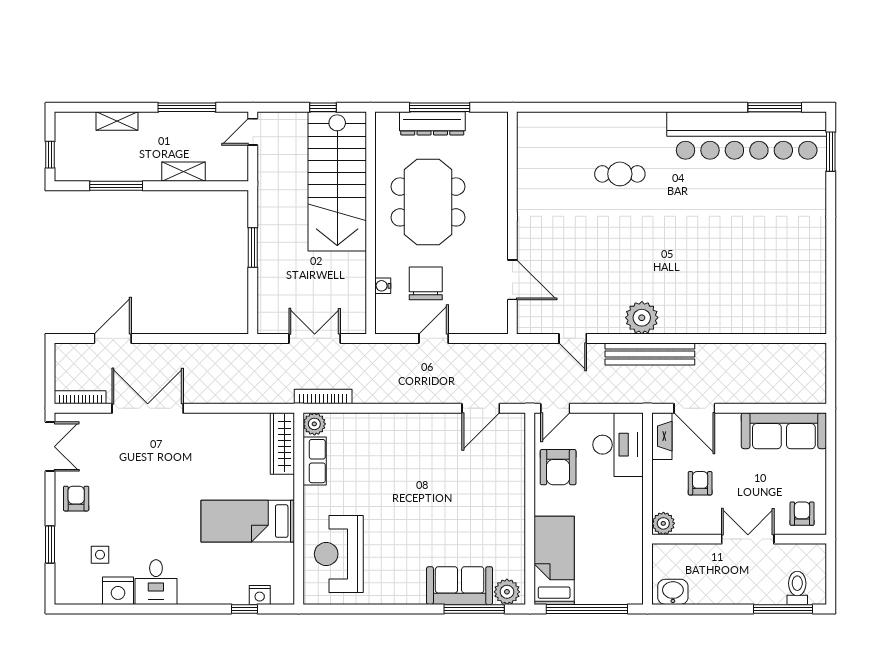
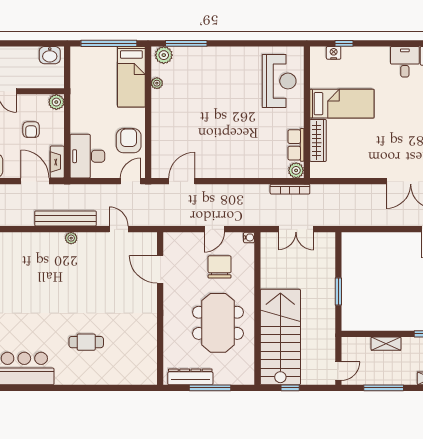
dresser: (432, 123) -> (190, 377), moved
chair: (426, 283) -> (220, 267), turned 180
water cooler: (383, 286) -> (249, 237), moved
plant: (642, 318) -> (71, 238), width x0.53, depth x0.53
wardrobe: (282, 443) -> (318, 140), moved
plant: (517, 551) -> (157, 83), added
sofa: (460, 586) -> (196, 59), removed

